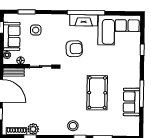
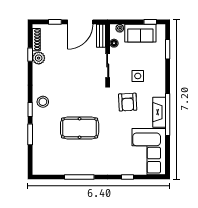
side table: (36, 30) -> (138, 76), moved
sofa: (132, 102) -> (70, 166), removed

